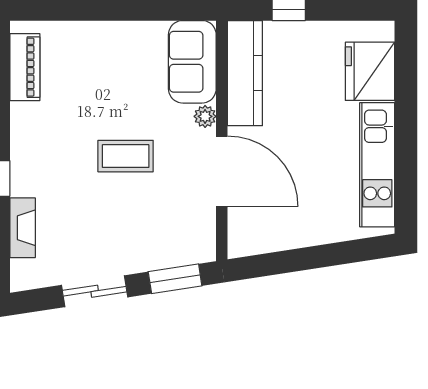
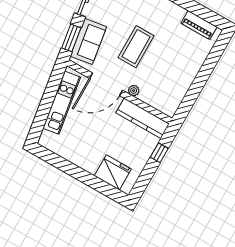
sofa: (192, 62) -> (88, 41), moved, turned 81
coffee table: (126, 156) -> (136, 47), width x1.36, depth x1.32
kitchen unit: (377, 165) -> (62, 103), moved, turned 81

